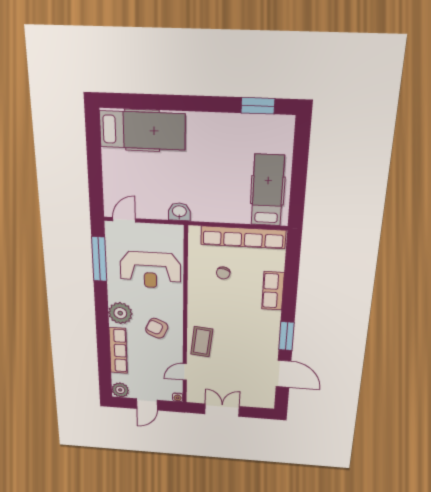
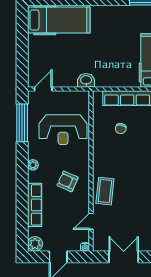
plant: (120, 313) -> (33, 165), width x0.53, depth x0.53

